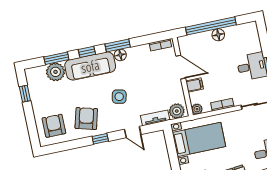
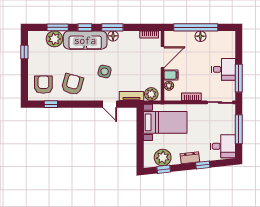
door: (181, 67) -> (163, 57), hinge flipped
plant: (197, 109) -> (169, 86), moved
window: (100, 139) -> (51, 104), moved

